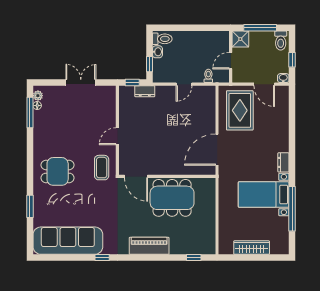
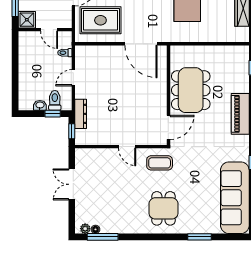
toilet: (162, 39) -> (55, 100), moved
door: (184, 84) -> (73, 78), swing flipped
dresser: (145, 91) -> (81, 114), width x1.44

